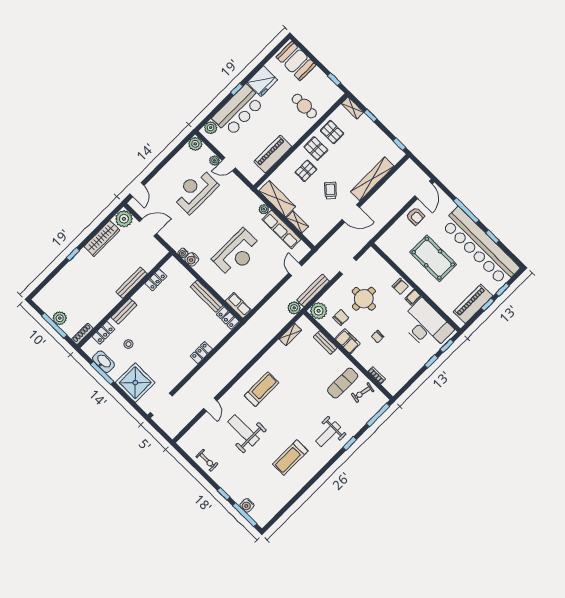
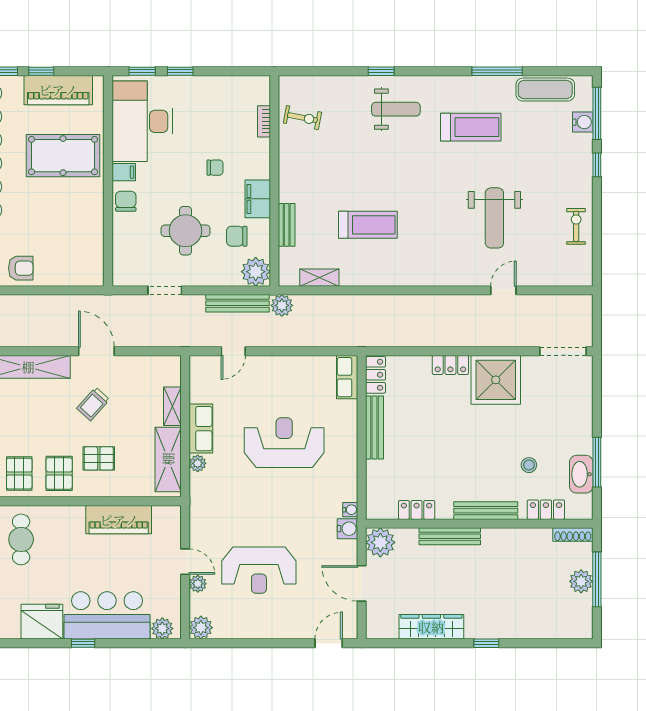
armchair: (415, 216) -> (21, 268), turned 90
plant: (124, 219) -> (380, 542), moved
row of seats: (281, 229) -> (201, 429), width x0.68
pool table: (433, 258) -> (63, 156), moved, turned 90
water cooler: (192, 259) -> (347, 529), moved
bench: (124, 311) -> (486, 511), width x1.36
shower: (135, 383) -> (496, 380), moved
exercise mat: (343, 383) -> (545, 90), moved
treadmill: (262, 389) -> (368, 225), moved, turned 180
window: (378, 415) -> (497, 71), moved

